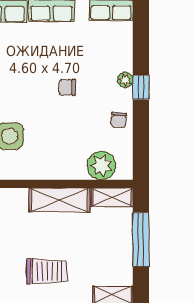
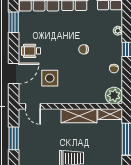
plant: (125, 80) -> (118, 31), moved
plant: (101, 166) -> (114, 96), moved

